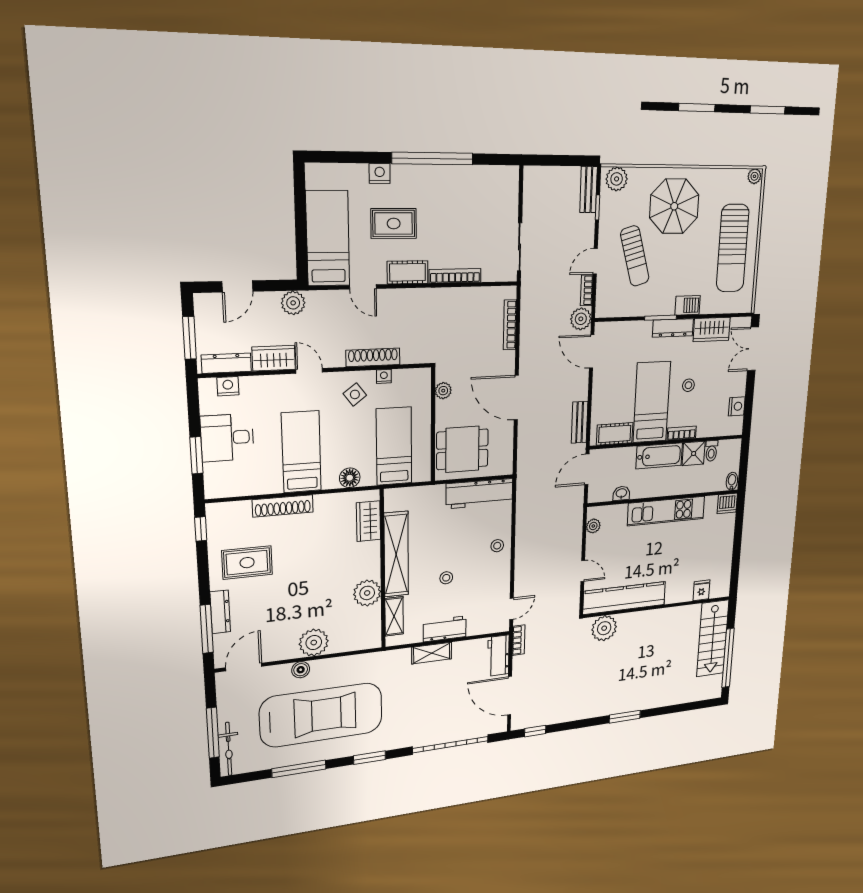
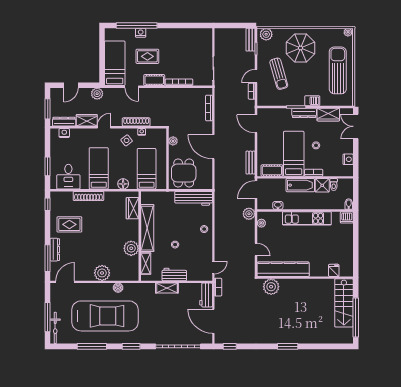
window: (433, 158) -> (137, 25), moved
sun lounger: (733, 248) -> (338, 70), turned 180
plant: (581, 319) -> (249, 214), moved
door: (309, 371) -> (104, 127), hinge flipped
desk: (227, 438) -> (68, 177), moved, turned -90
dining table: (462, 449) -> (184, 173), turned 90
boiler: (301, 670) -> (118, 288), moved

